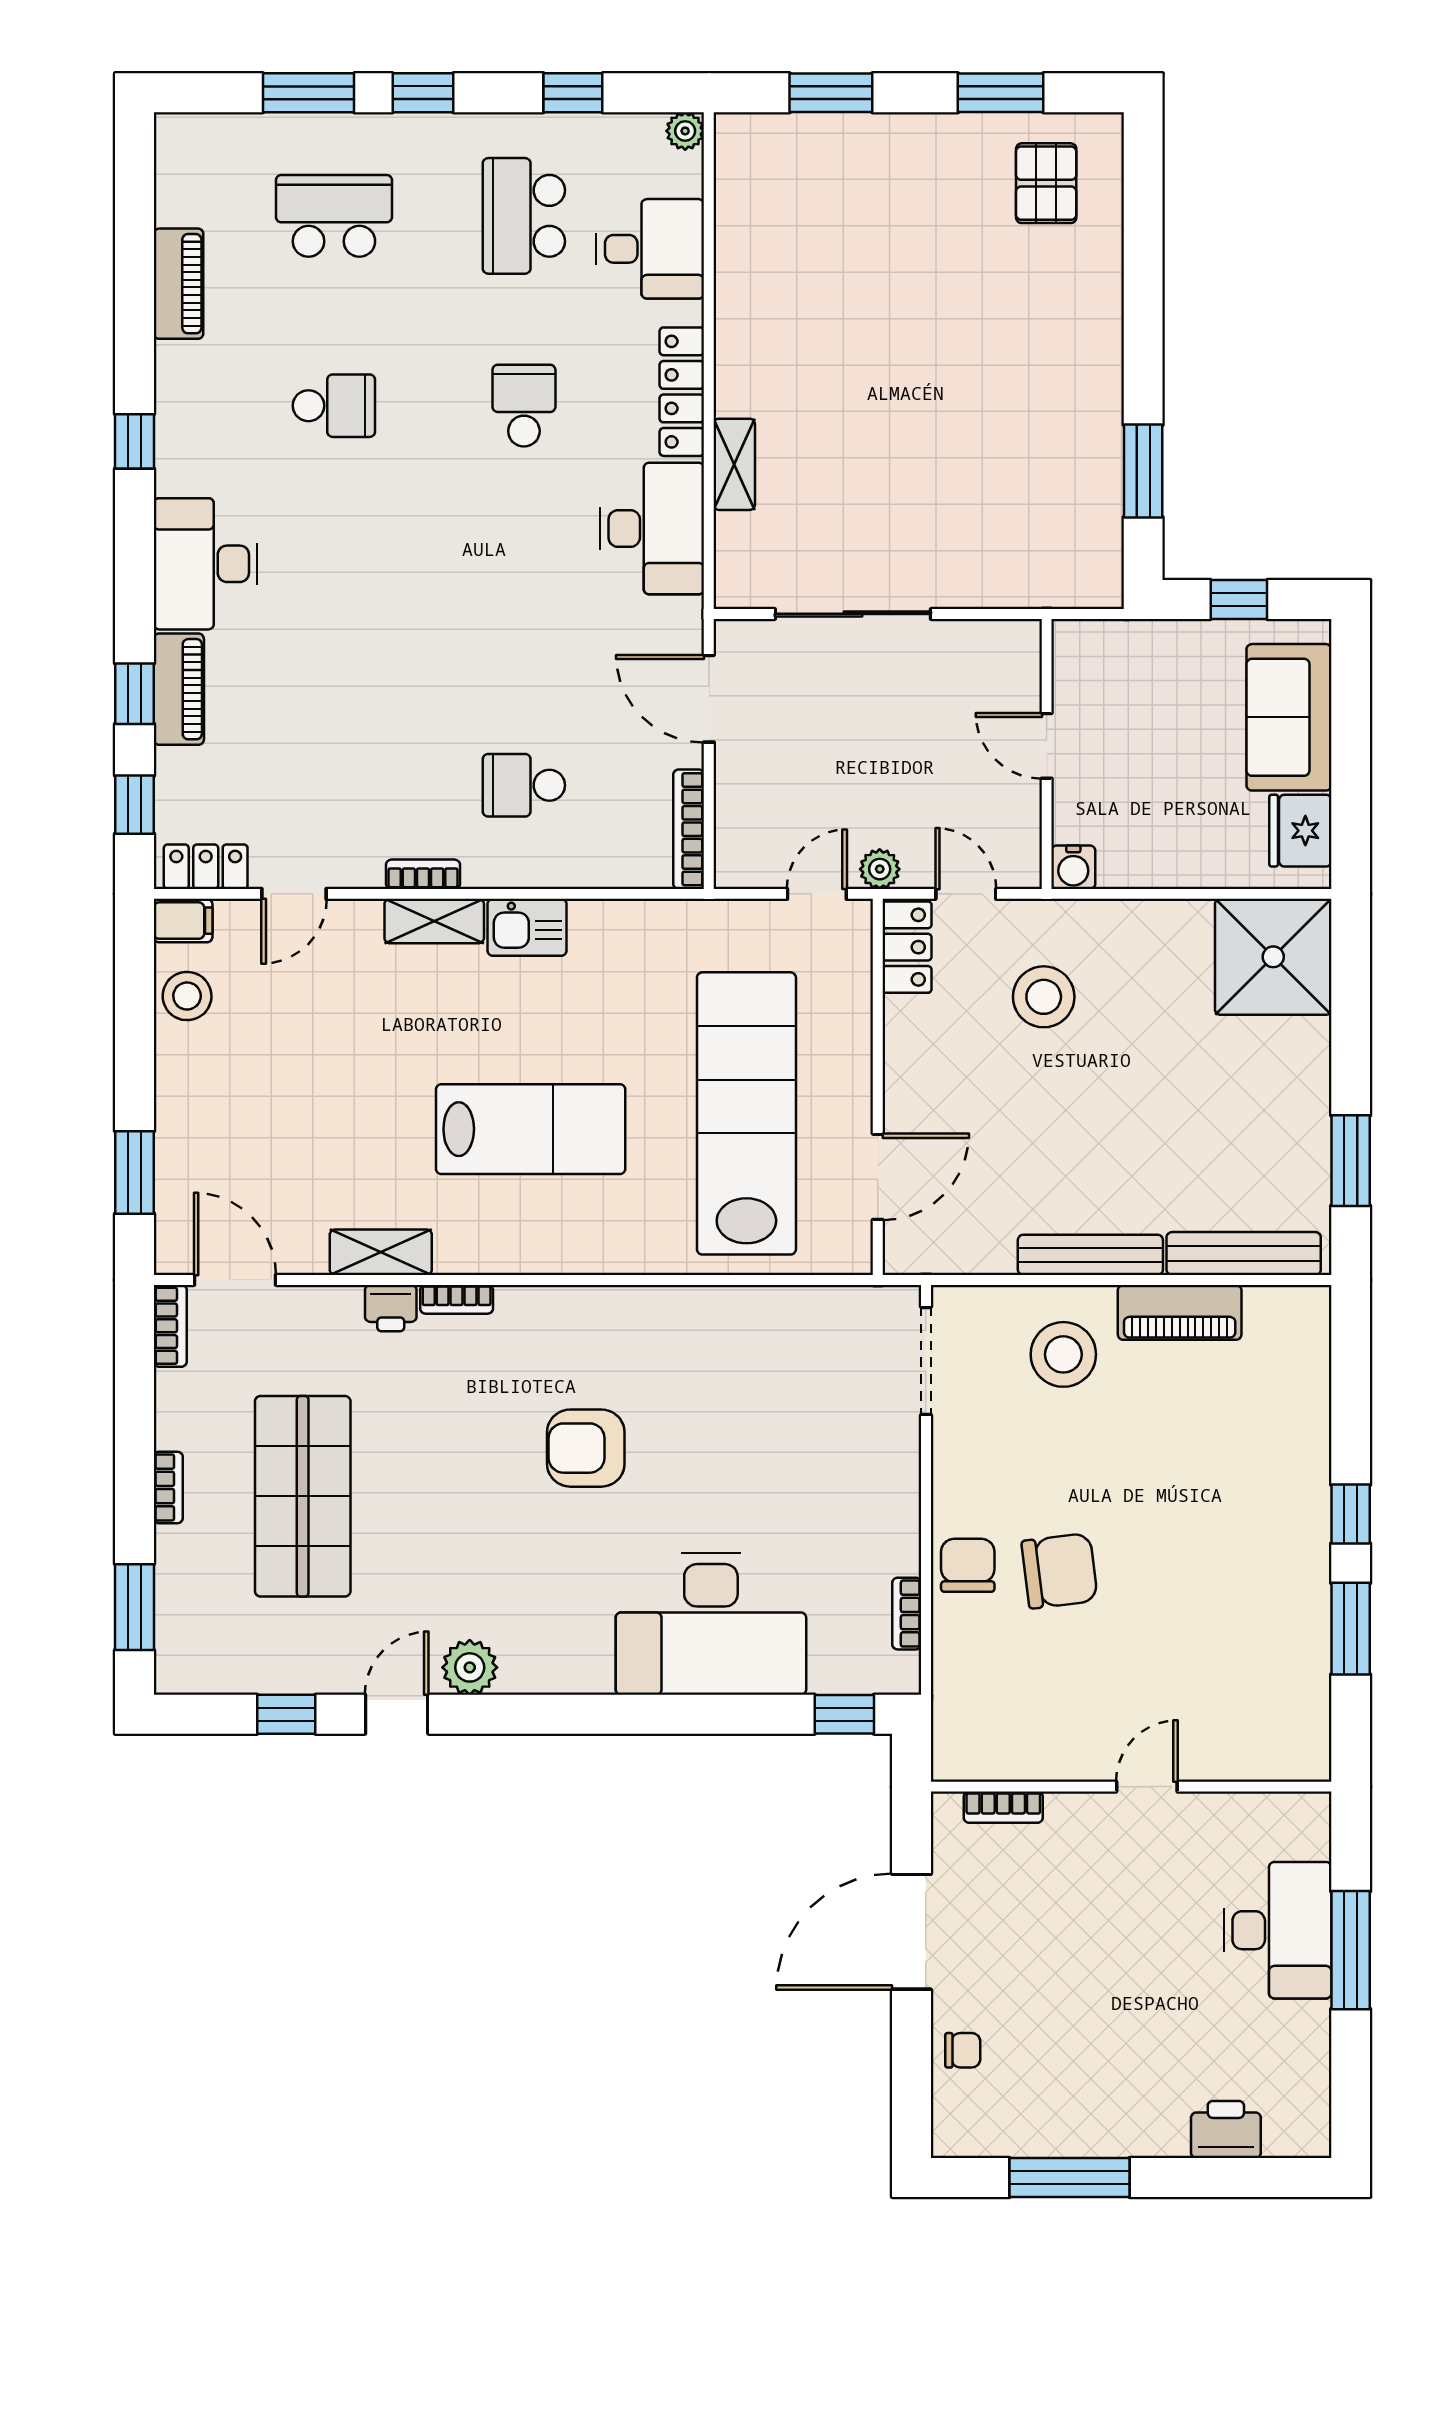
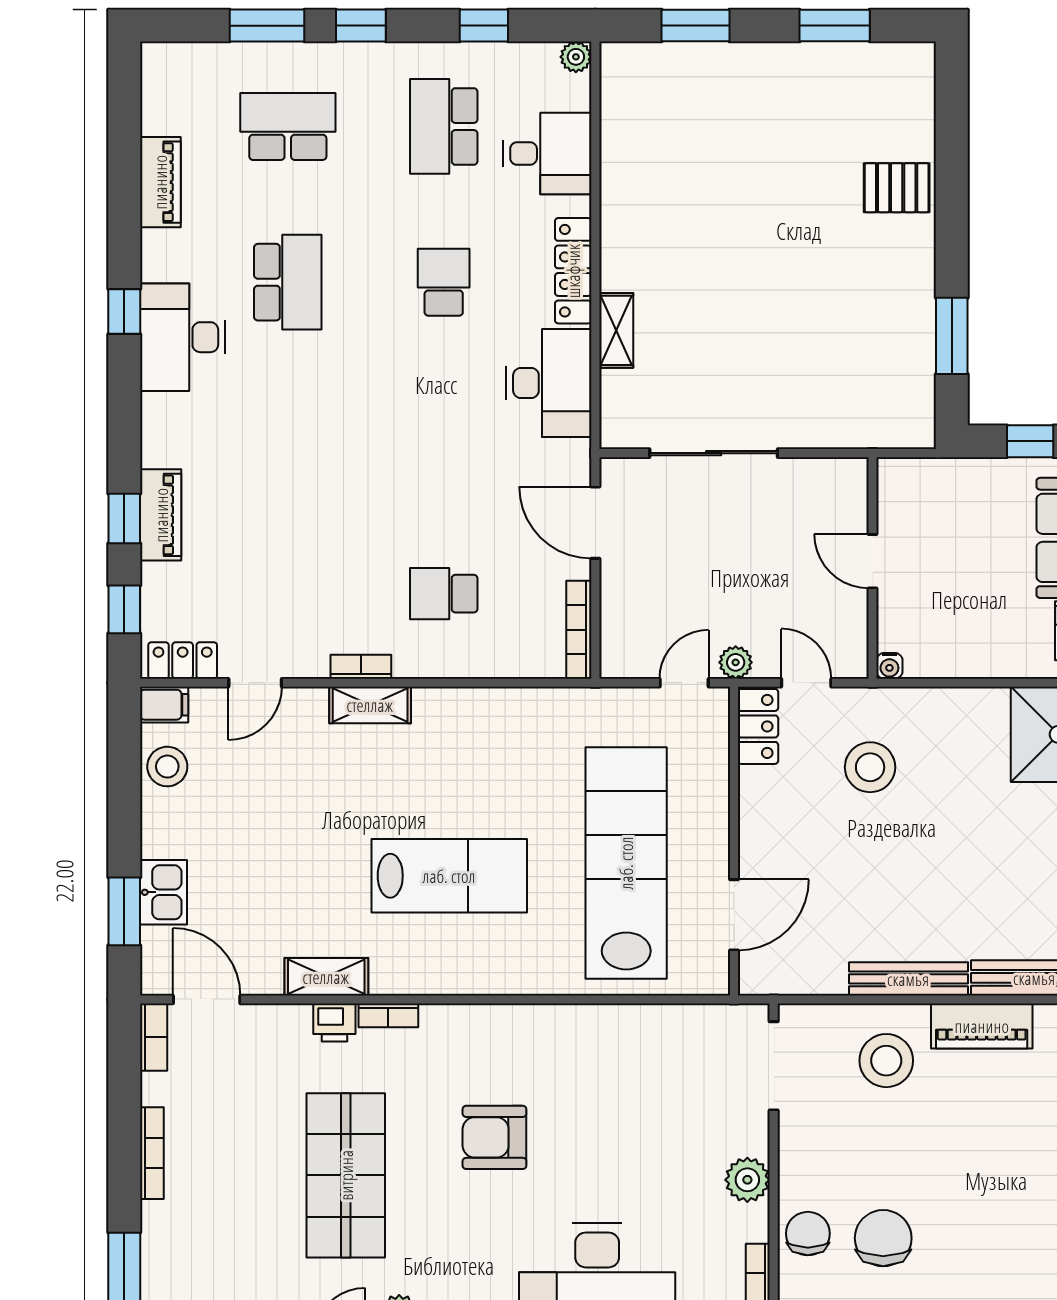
pallet: (1046, 183) -> (897, 188), moved, turned 90
school desk: (334, 406) -> (288, 282), width x1.85
desk: (205, 564) -> (182, 337), moved
water cooler: (1073, 867) -> (889, 666), width x0.72, depth x0.72
kitchen sink: (527, 927) -> (164, 892), moved, turned -90
bookcase: (168, 1487) -> (152, 1153), width x1.56
shop shelf: (303, 1496) -> (346, 1175), moved
plant: (894, 1500) -> (747, 1180), added
chair: (1060, 1571) -> (883, 1238), turned -83

